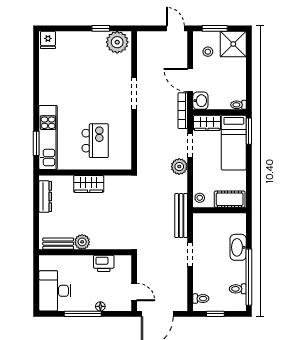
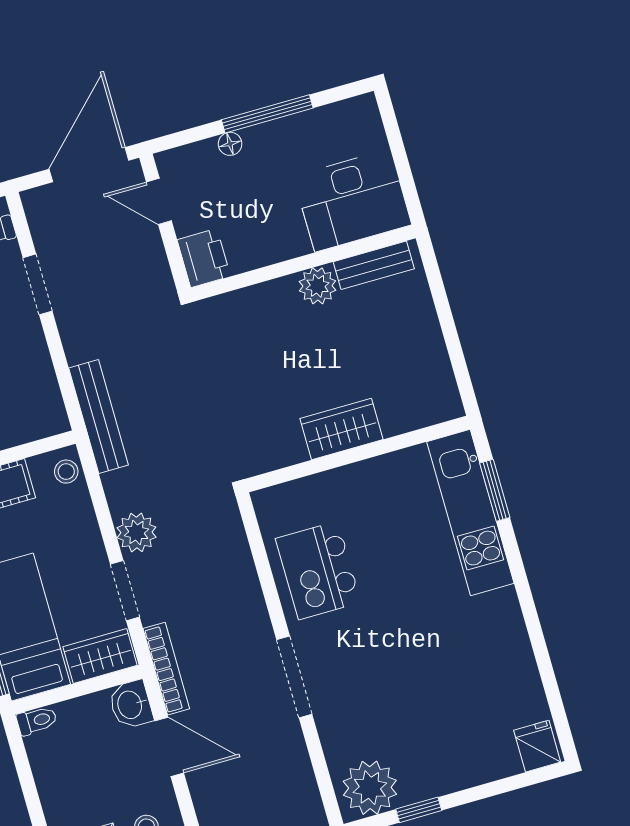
kitchen island: (95, 141) -> (318, 570), moved
dresser: (45, 197) -> (437, 369), removed
doorway: (190, 254) -> (38, 284), moved
printer: (104, 263) -> (204, 258), moved, turned 90
desk: (55, 291) -> (353, 201), moved, turned 90

